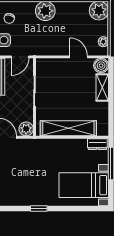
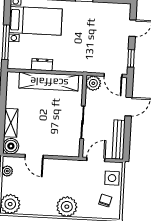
dresser: (97, 144) -> (42, 65), moved

